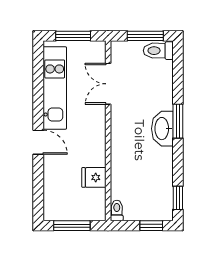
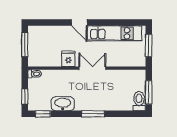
double door: (108, 84) -> (92, 68), moved
washbasin: (162, 129) -> (63, 104), moved
door: (38, 142) -> (79, 23), hinge flipped
fridge: (94, 177) -> (68, 59), moved

